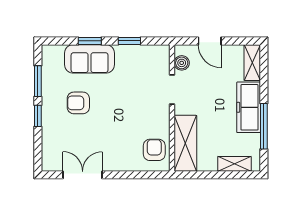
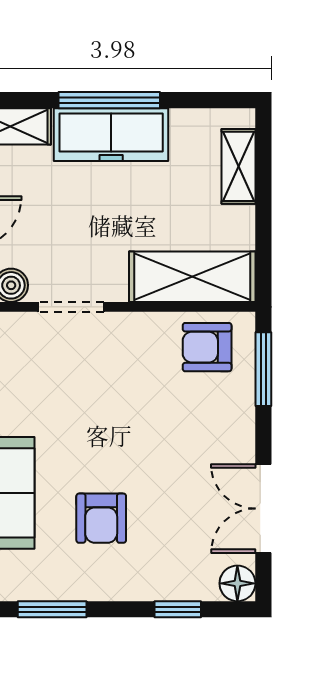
window: (38, 116) -> (178, 609), moved
window: (264, 126) -> (109, 100), moved
floor lamp: (49, 163) -> (237, 583), added
window: (144, 175) -> (263, 369), added

